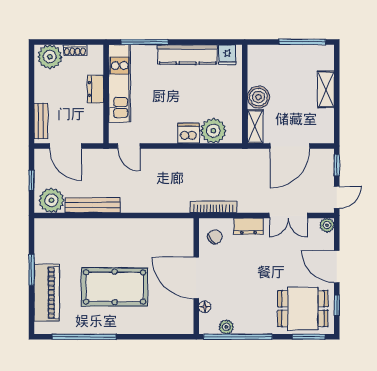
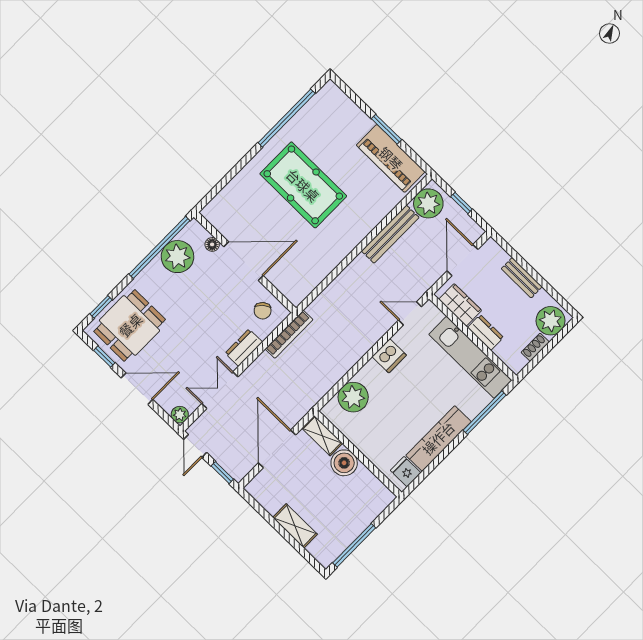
bench: (41, 121) -> (522, 278), moved
wardrobe: (94, 121) -> (460, 305), added
dishwasher: (188, 133) -> (389, 356), moved
door: (65, 146) -> (462, 260), hinge flipped
pool table: (115, 287) -> (303, 185), turned 90
piano: (47, 293) -> (391, 158), moved
plant: (226, 327) -> (178, 257), width x1.88, depth x1.88
window: (309, 337) -> (101, 307), width x0.67

